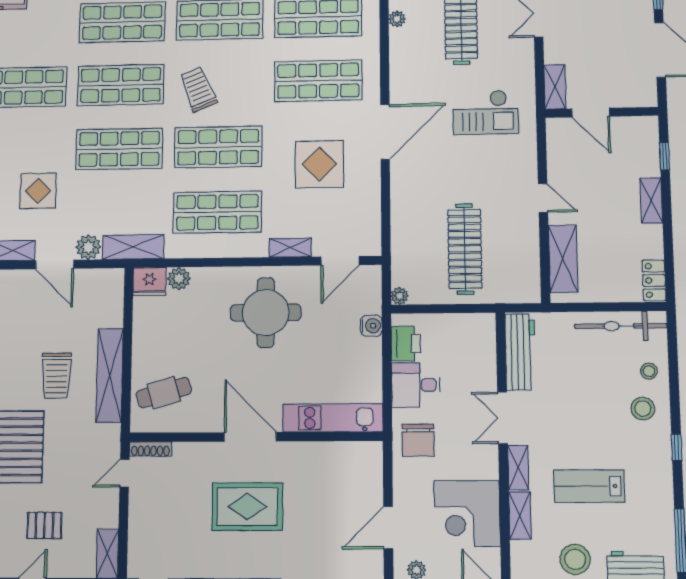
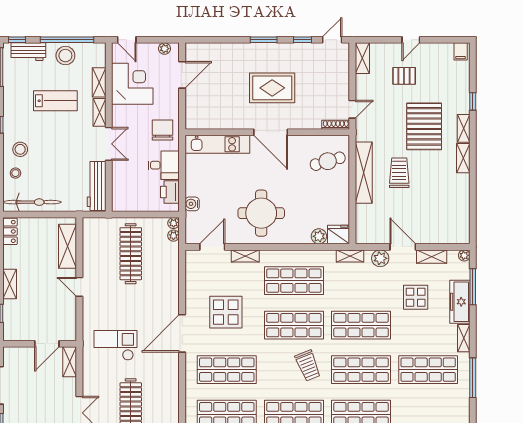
plant: (397, 19) -> (173, 236), moved
door: (591, 113) -> (47, 344), swing flipped
shelving: (133, 247) -> (350, 256), width x0.67, depth x0.75

